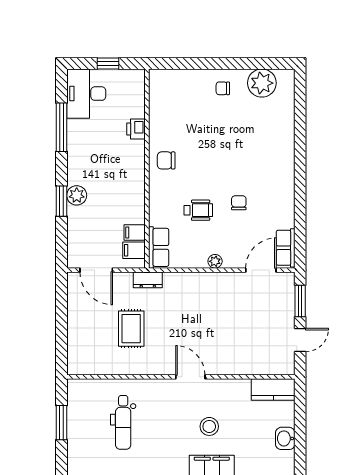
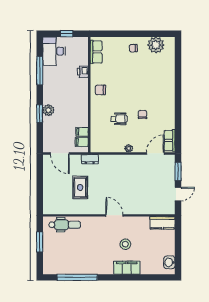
row of seats: (159, 247) -> (96, 52), moved
dental chair: (123, 422) -> (65, 225), moved, turned -90
washbasin: (285, 438) -> (169, 262), moved

